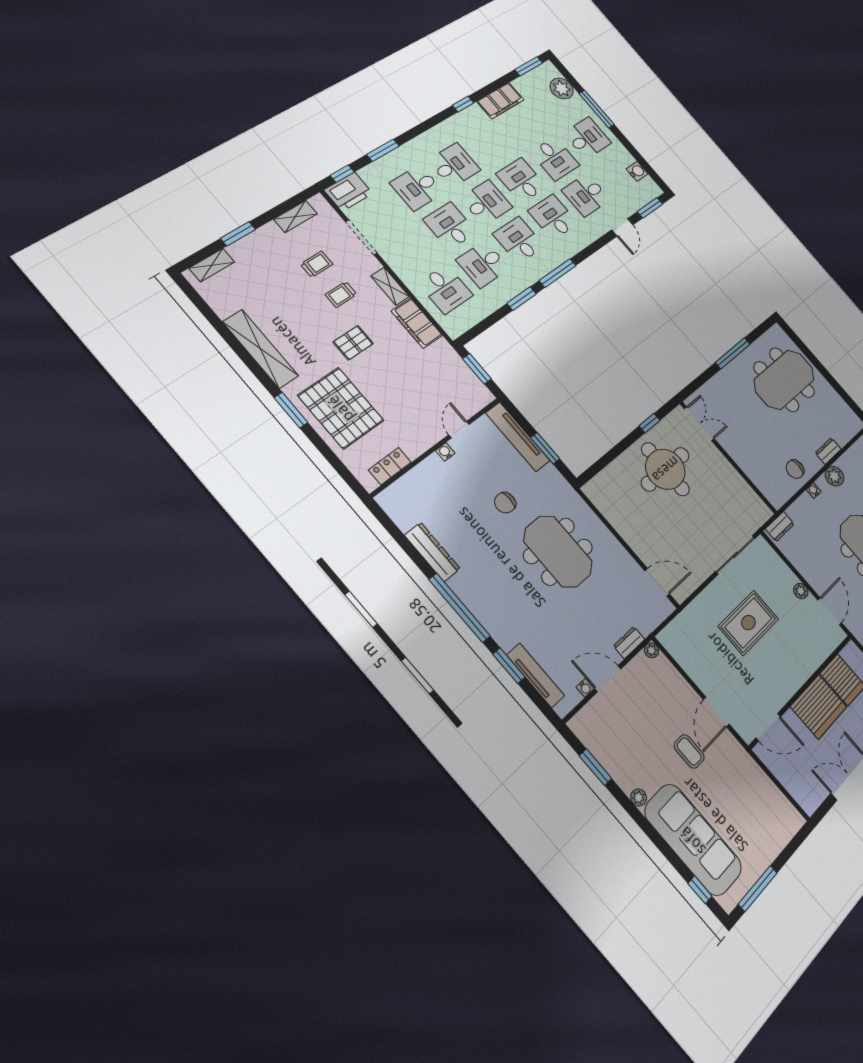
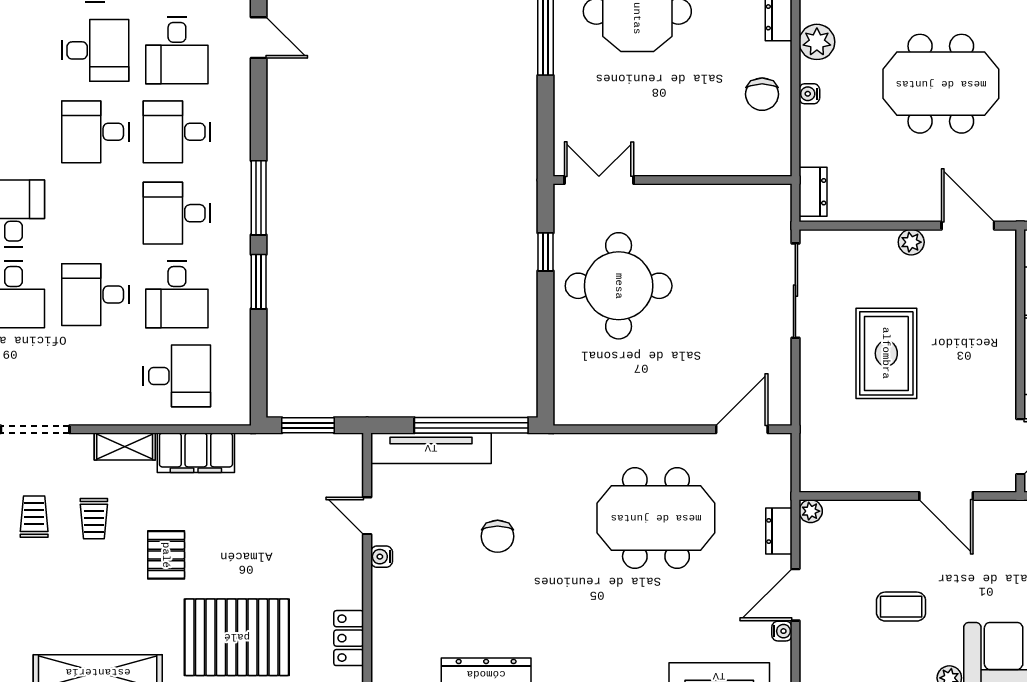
desk: (486, 203) -> (95, 213), removed
window: (545, 448) -> (471, 425), width x2.11
meeting table: (558, 551) -> (656, 518), moved
coffee table: (689, 751) -> (901, 607), moved

